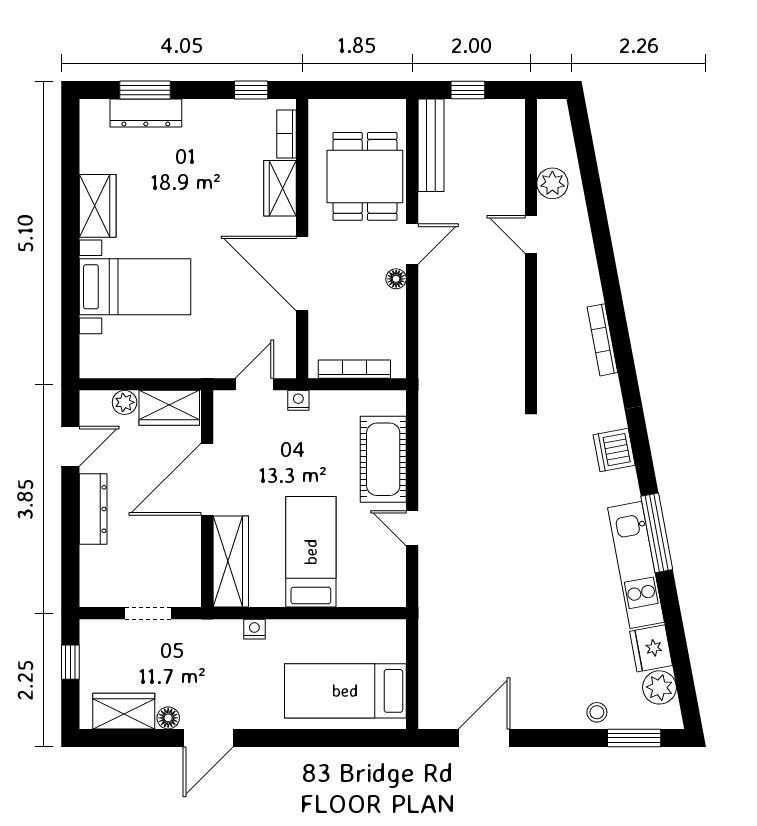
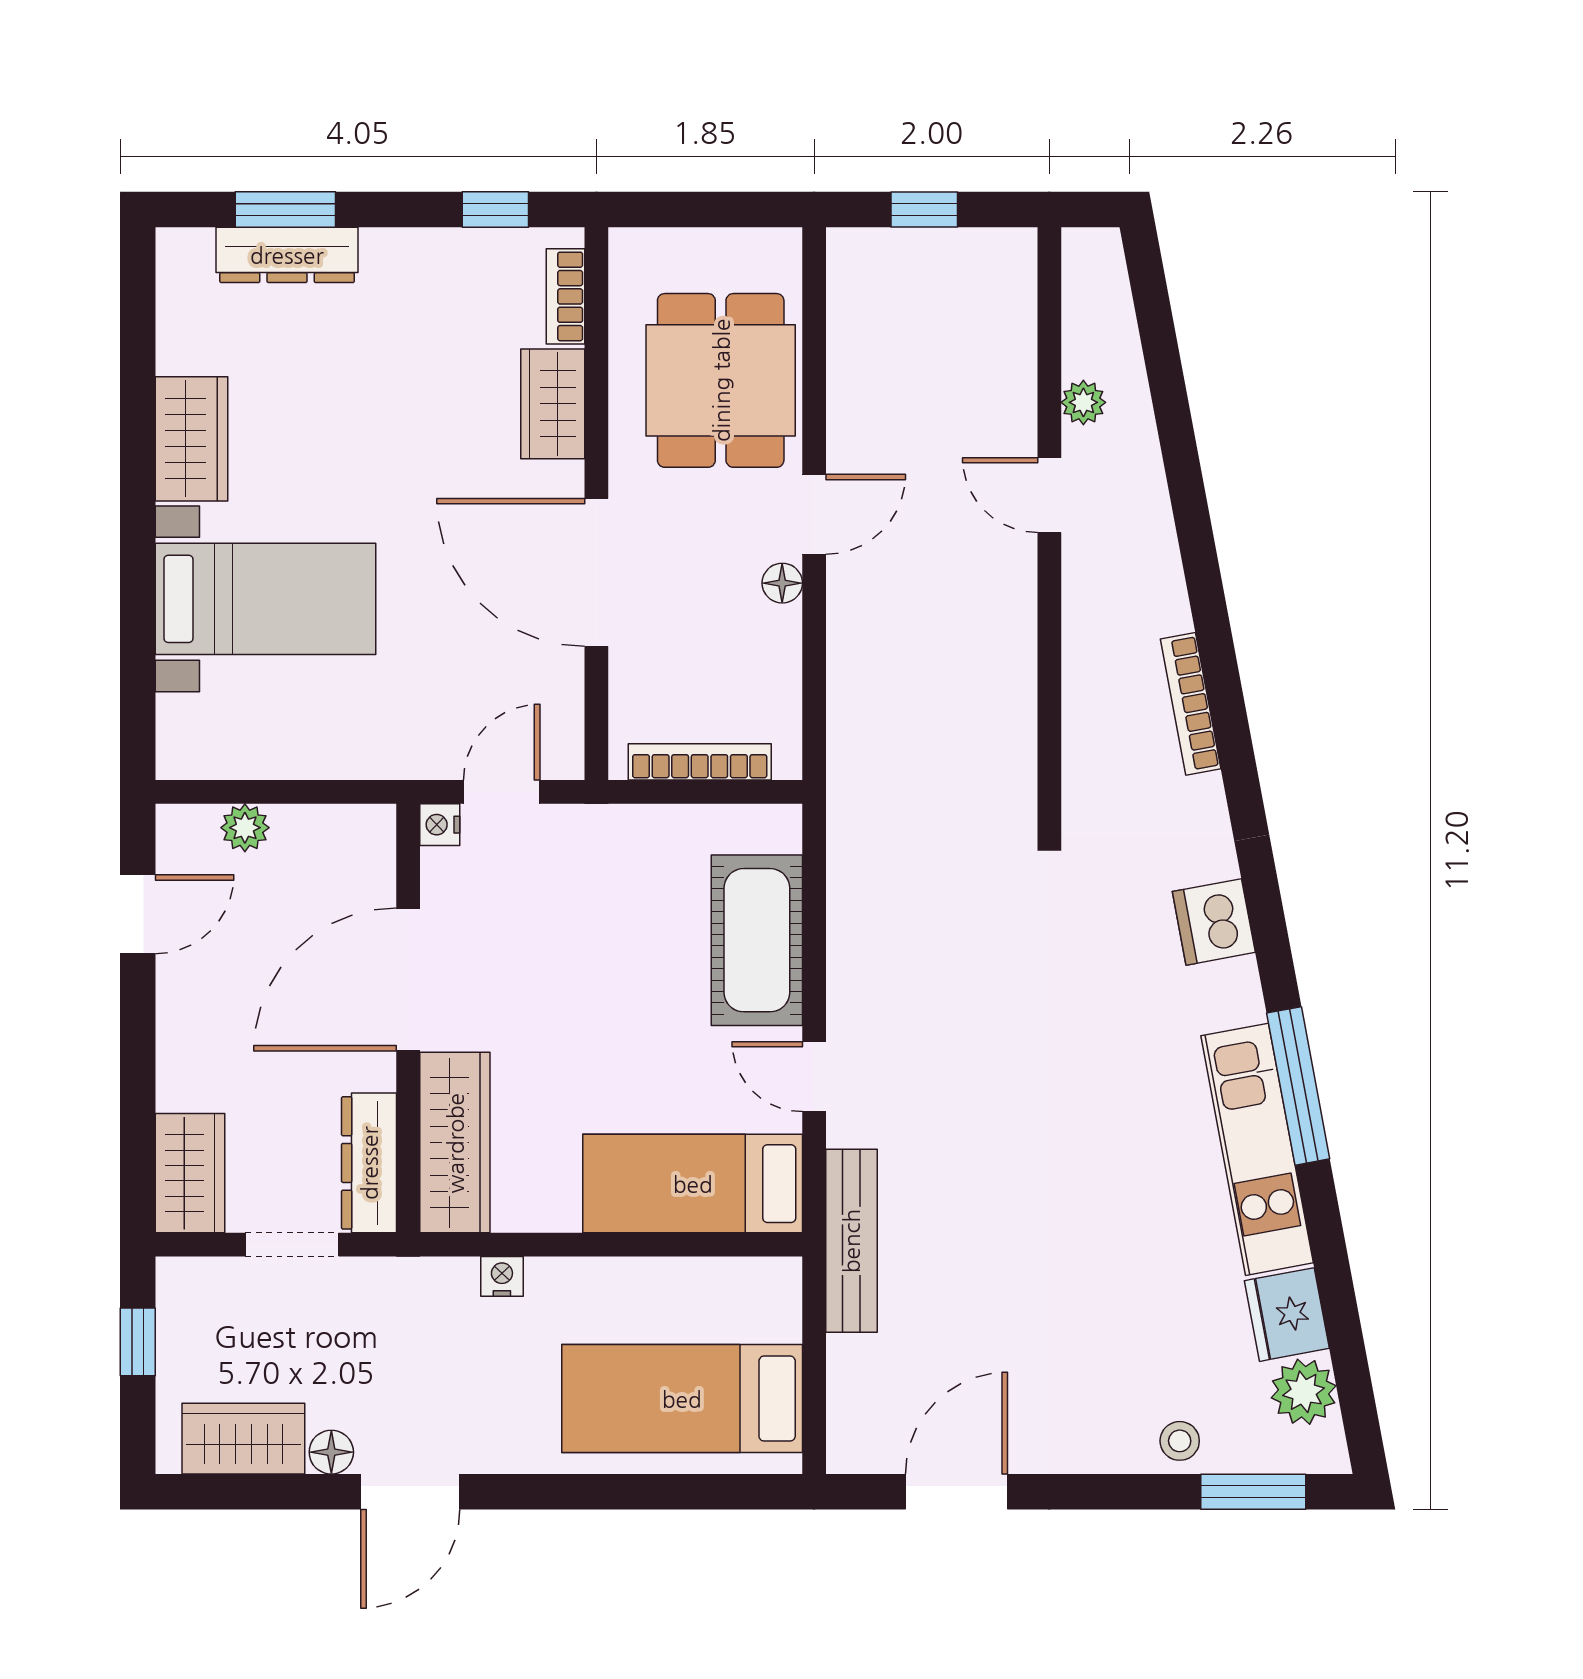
bench: (431, 145) -> (851, 1241), moved
plant: (552, 183) -> (1083, 402), width x0.73, depth x0.73
nightstand: (298, 400) -> (440, 825), moved, turned -90
wardrobe: (169, 408) -> (190, 1173), moved, turned -90
dresser: (93, 509) -> (369, 1163), moved, turned 180
bed: (311, 552) -> (693, 1184), moved, turned -90

